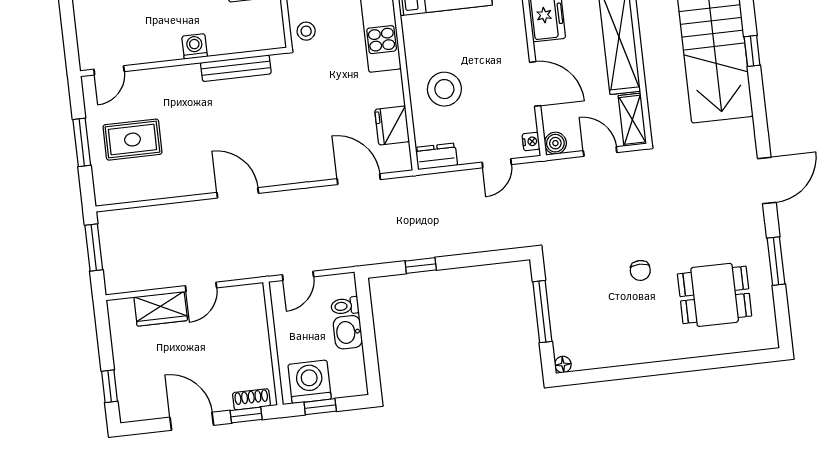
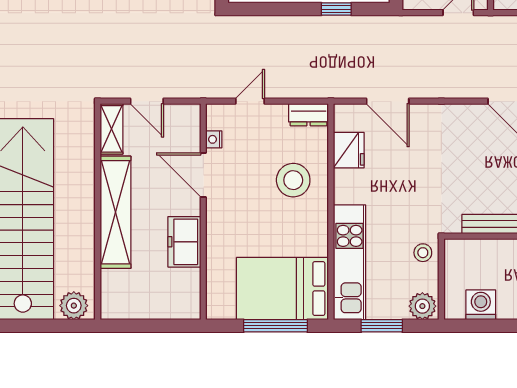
nightstand: (531, 141) -> (214, 139), moved
boiler: (555, 143) -> (190, 114), removed

